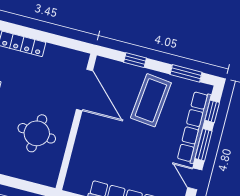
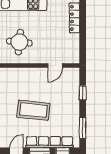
door: (84, 90) -> (55, 65), width x0.53
coffee table: (151, 100) -> (33, 110), moved

